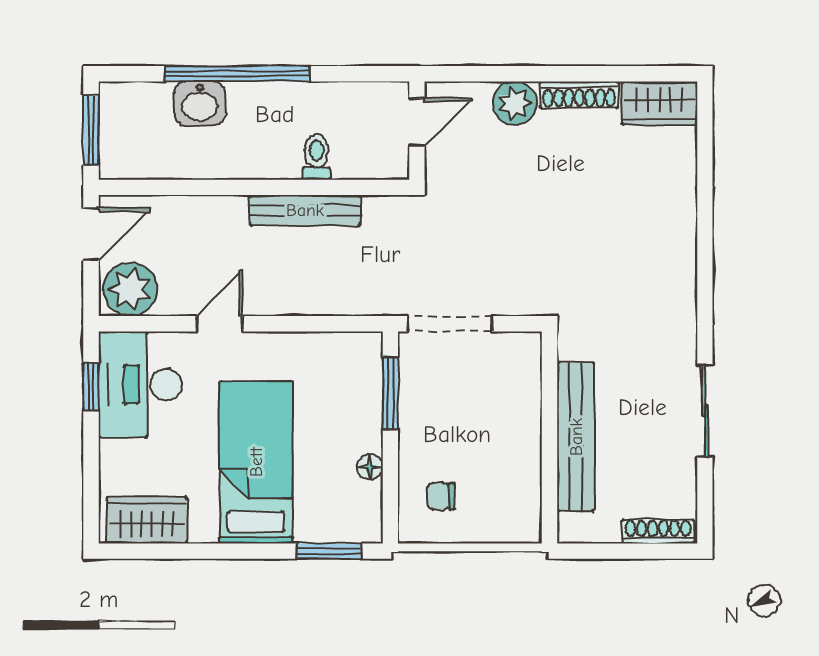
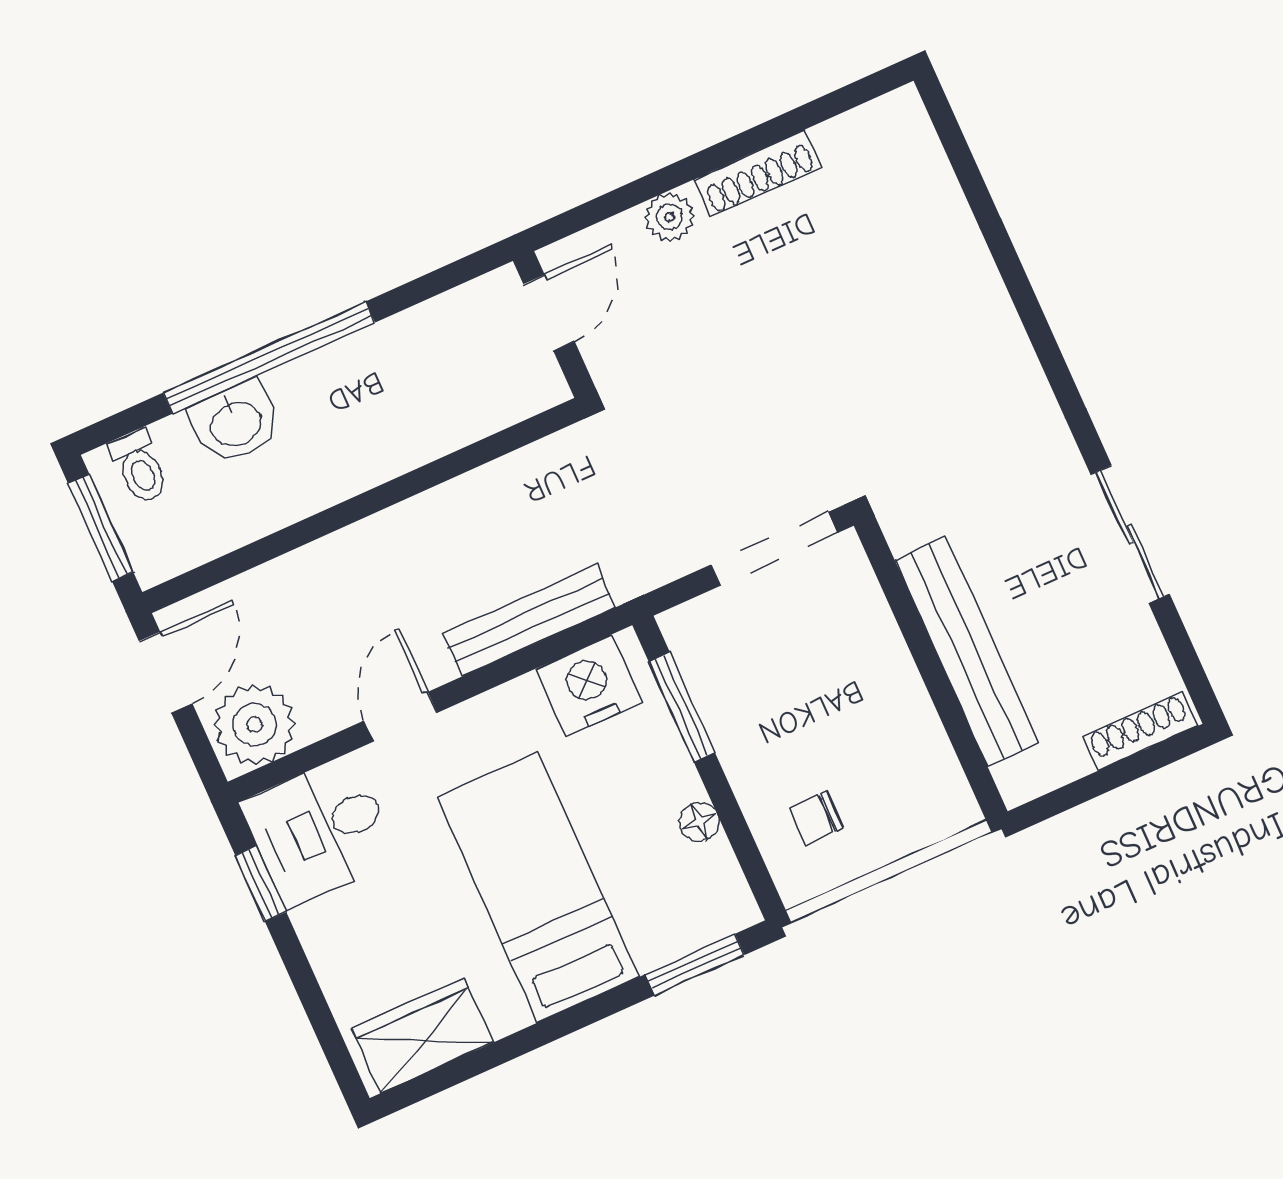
plant: (515, 103) -> (669, 217), width x0.73, depth x0.73
wardrobe: (660, 103) -> (875, 135), removed
toilet: (316, 157) -> (139, 467), moved, turned 180
bench: (305, 210) -> (529, 620), moved
doorway: (450, 324) -> (774, 549), moved
nightstand: (340, 356) -> (589, 686), added
desk: (140, 385) -> (319, 831), width x0.73

